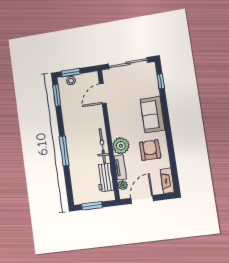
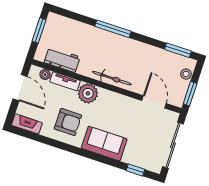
window: (71, 73) -> (190, 94), moved
bicycle: (102, 146) -> (112, 78), moved

